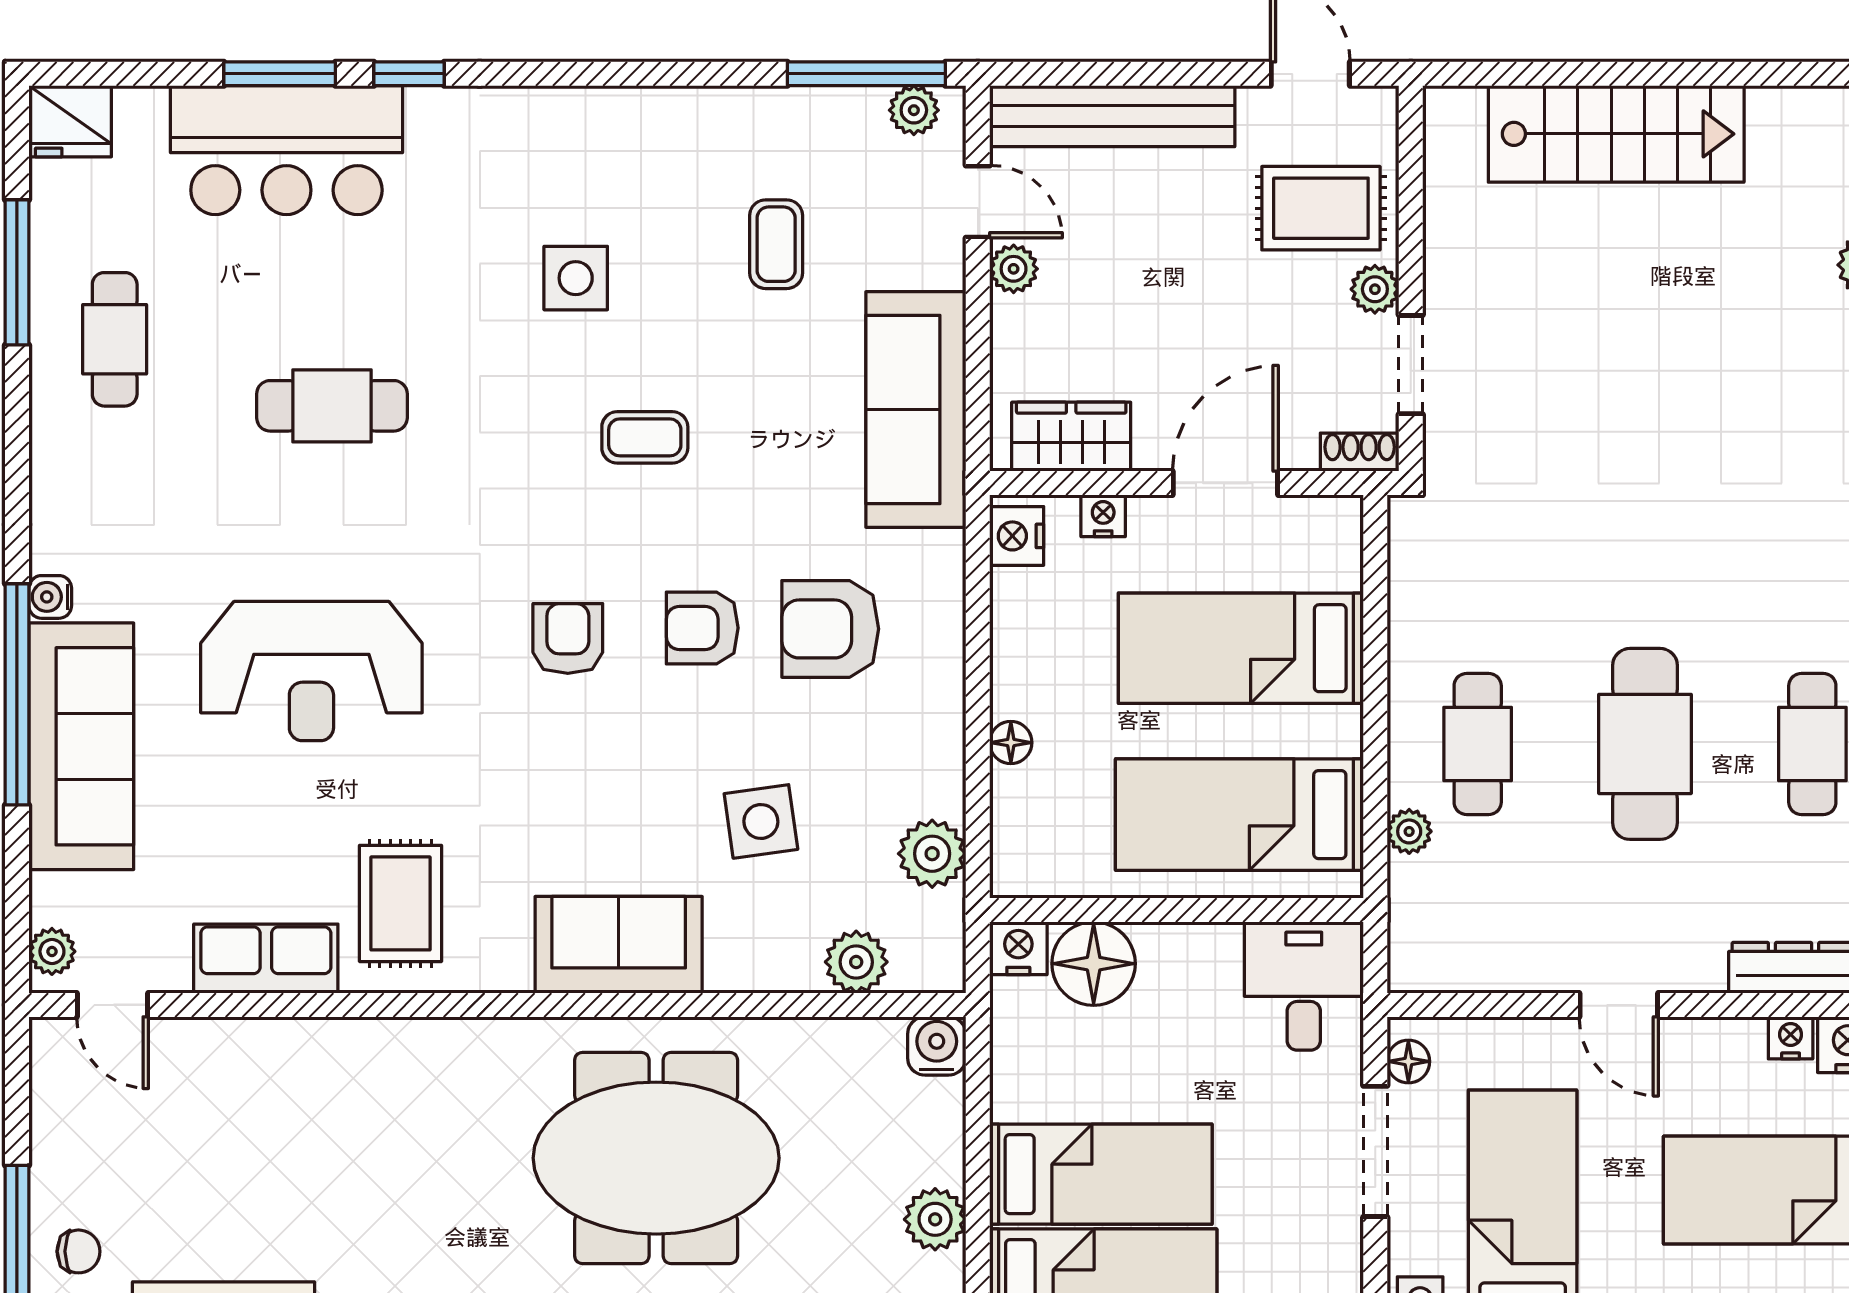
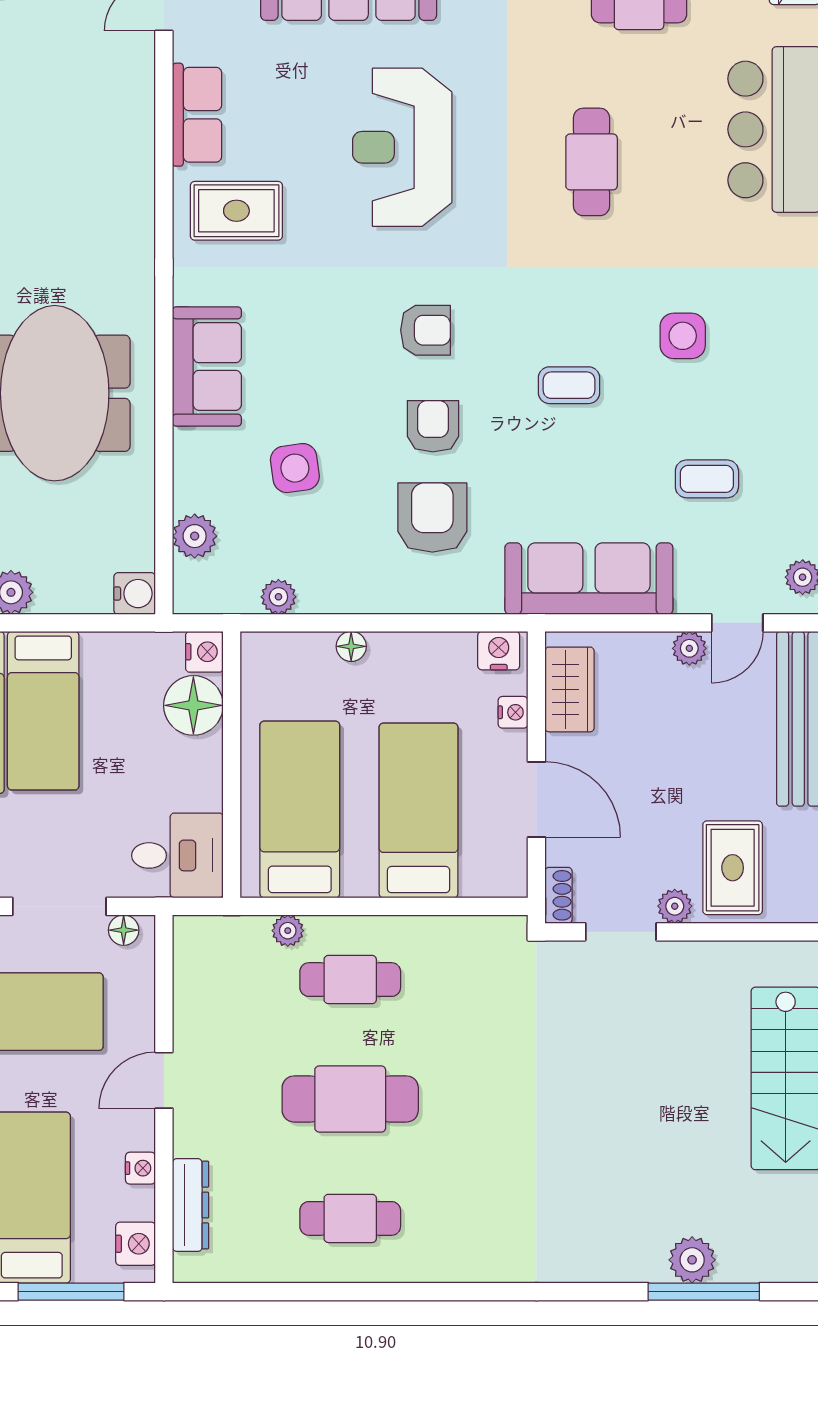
coffee table: (645, 437) -> (569, 385), turned 90
plant: (932, 854) -> (278, 597), width x0.73, depth x0.73
nightstand: (1791, 1038) -> (140, 1168), moved

